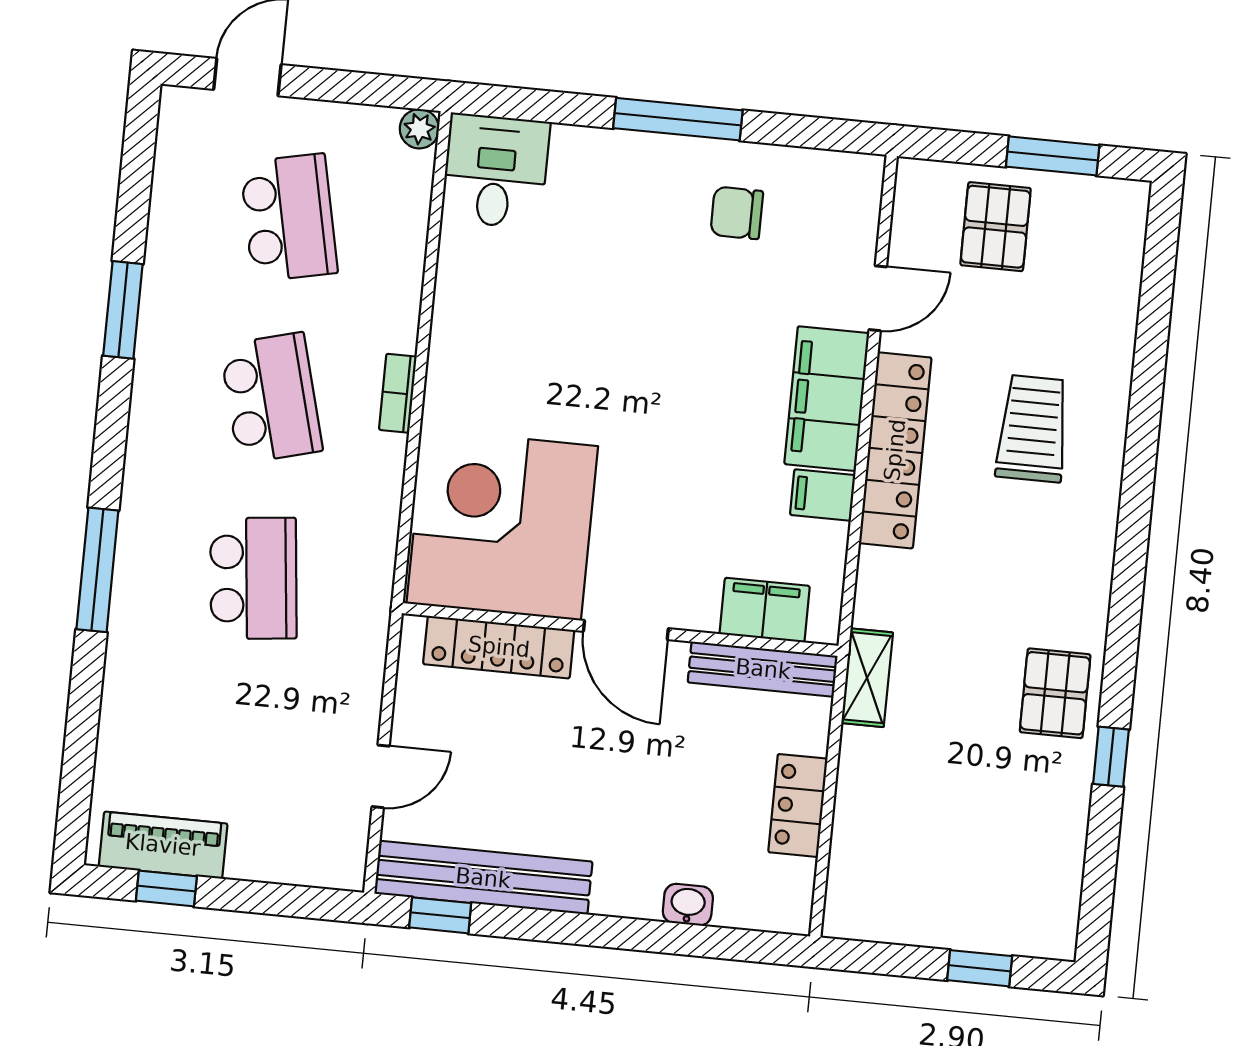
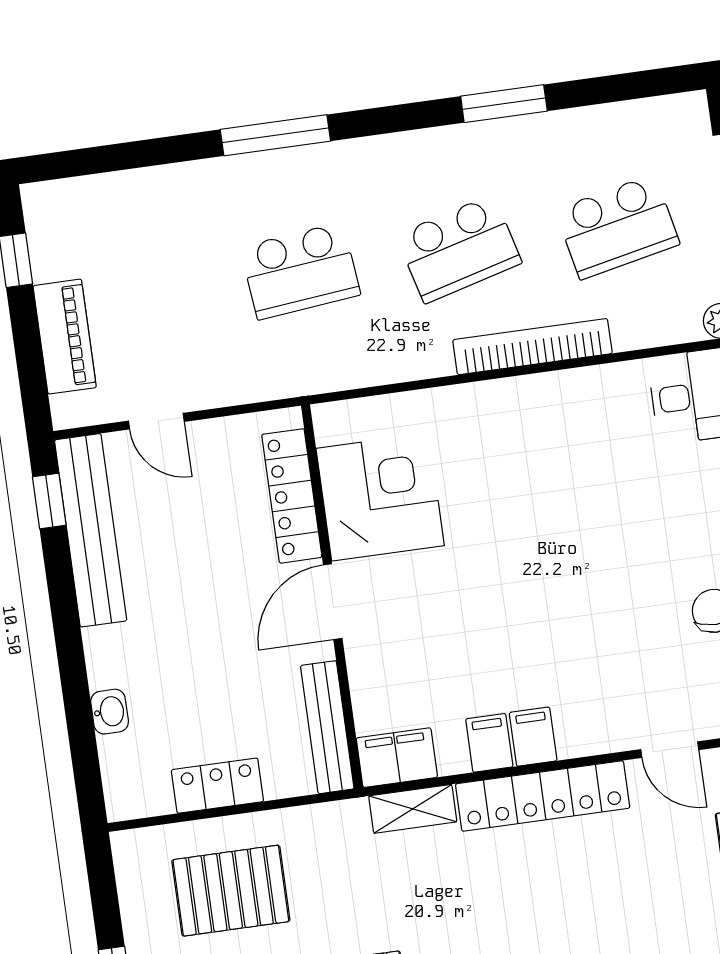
bookcase: (398, 393) -> (532, 347), width x2.31, depth x1.31
filing cabinet: (827, 399) -> (533, 737), width x0.33, depth x0.86
trolley: (1033, 429) -> (590, 910), removed
corner desk: (502, 525) -> (380, 497), width x0.74, depth x0.74
filing cabinet: (765, 610) -> (397, 758), moved, turned -90
shelving: (867, 678) -> (413, 809), moved
pallet: (917, 818) -> (231, 891), added
piano: (163, 845) -> (65, 337), moved

